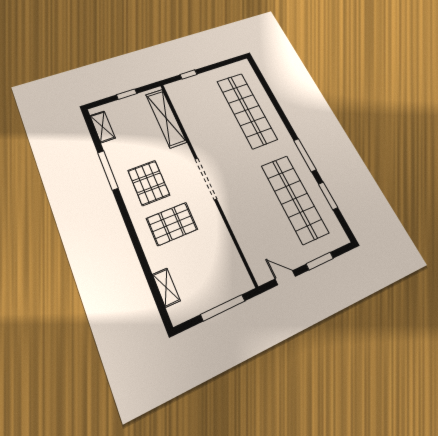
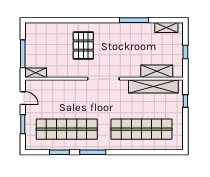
shelving: (187, 115) -> (153, 86), added
shelving: (166, 118) -> (157, 71), width x0.68
pallet: (149, 183) -> (115, 42), removed
door: (285, 278) -> (23, 98), hinge flipped
shelving: (166, 287) -> (36, 73), moved

